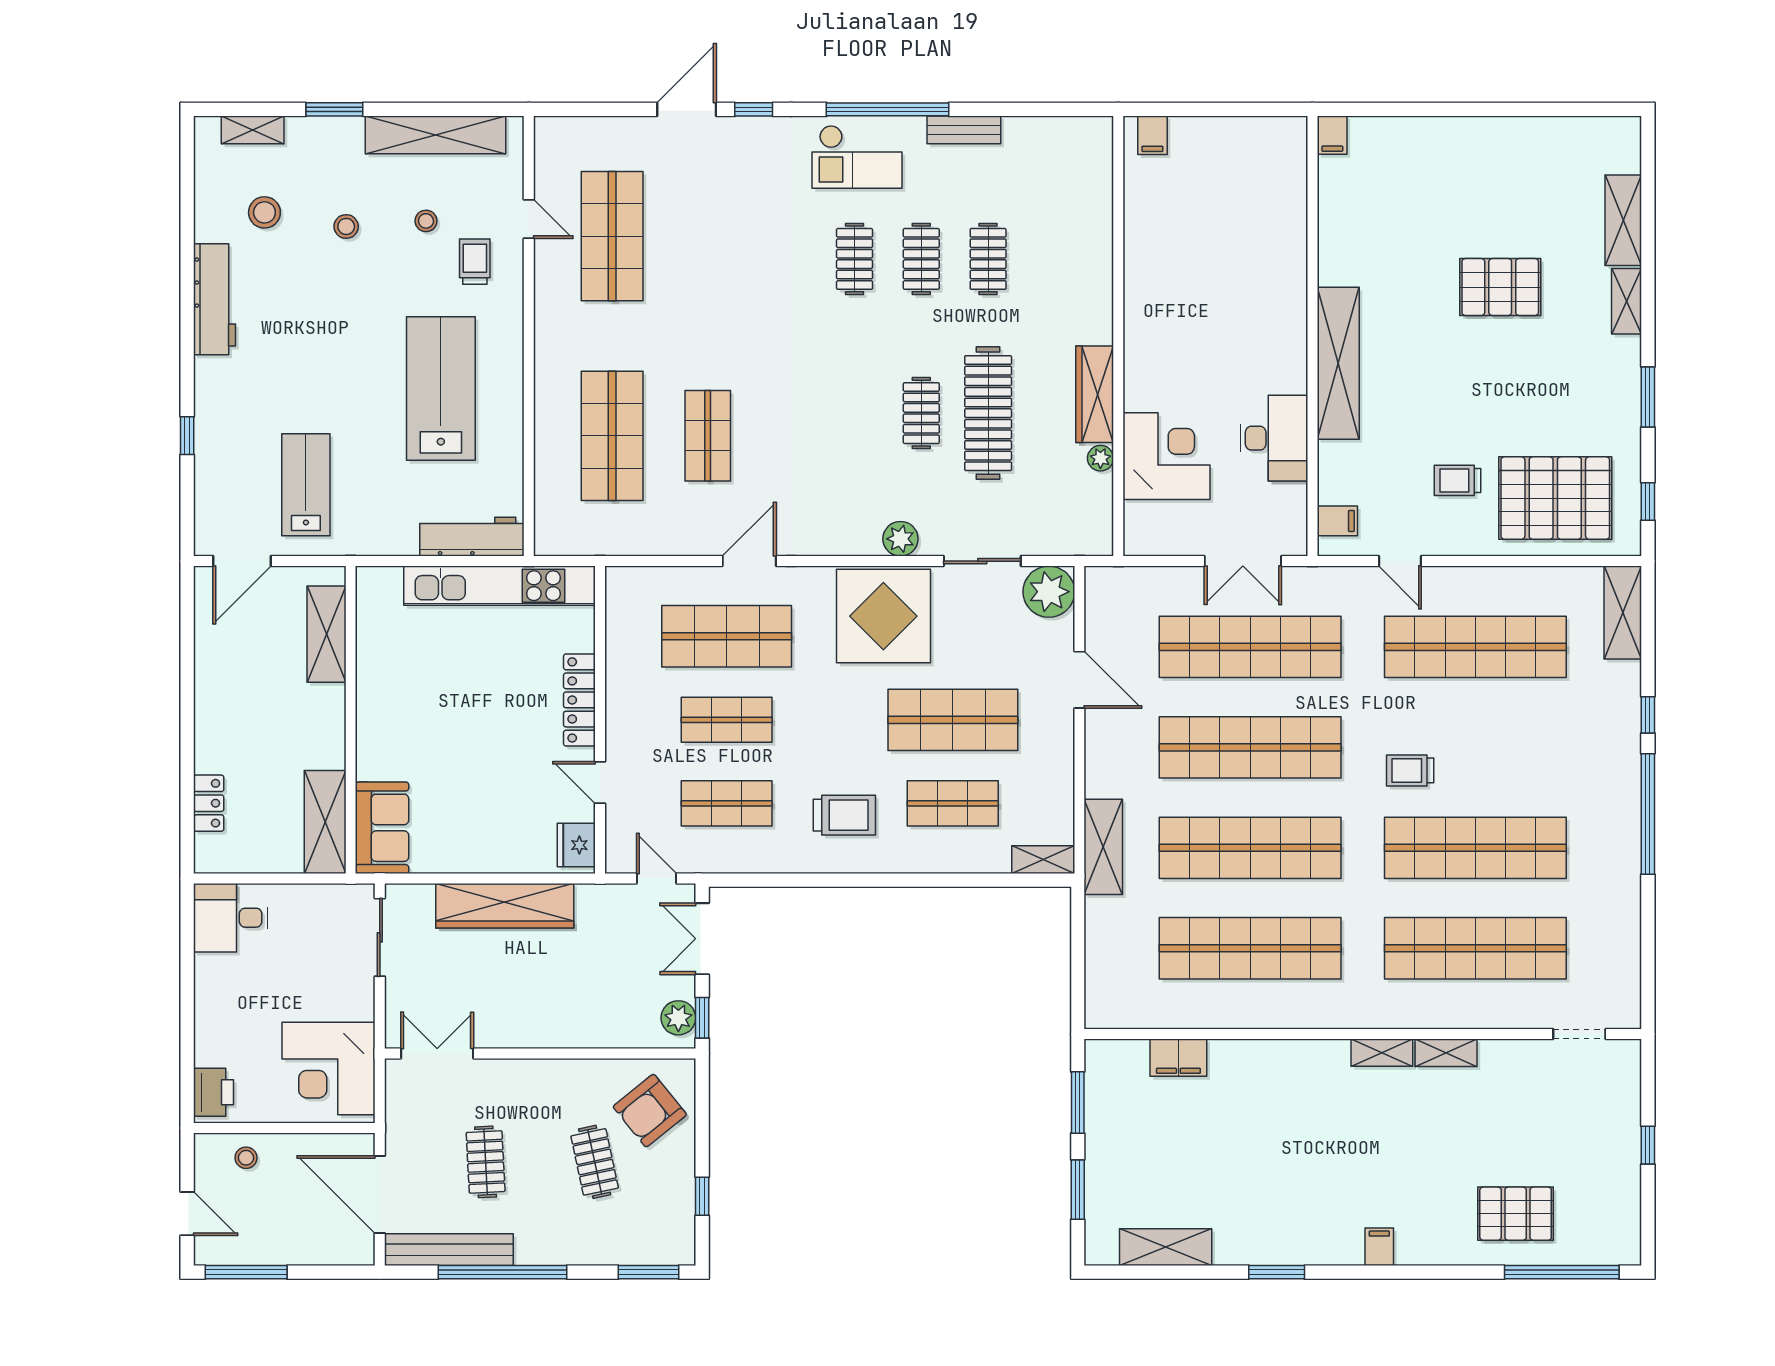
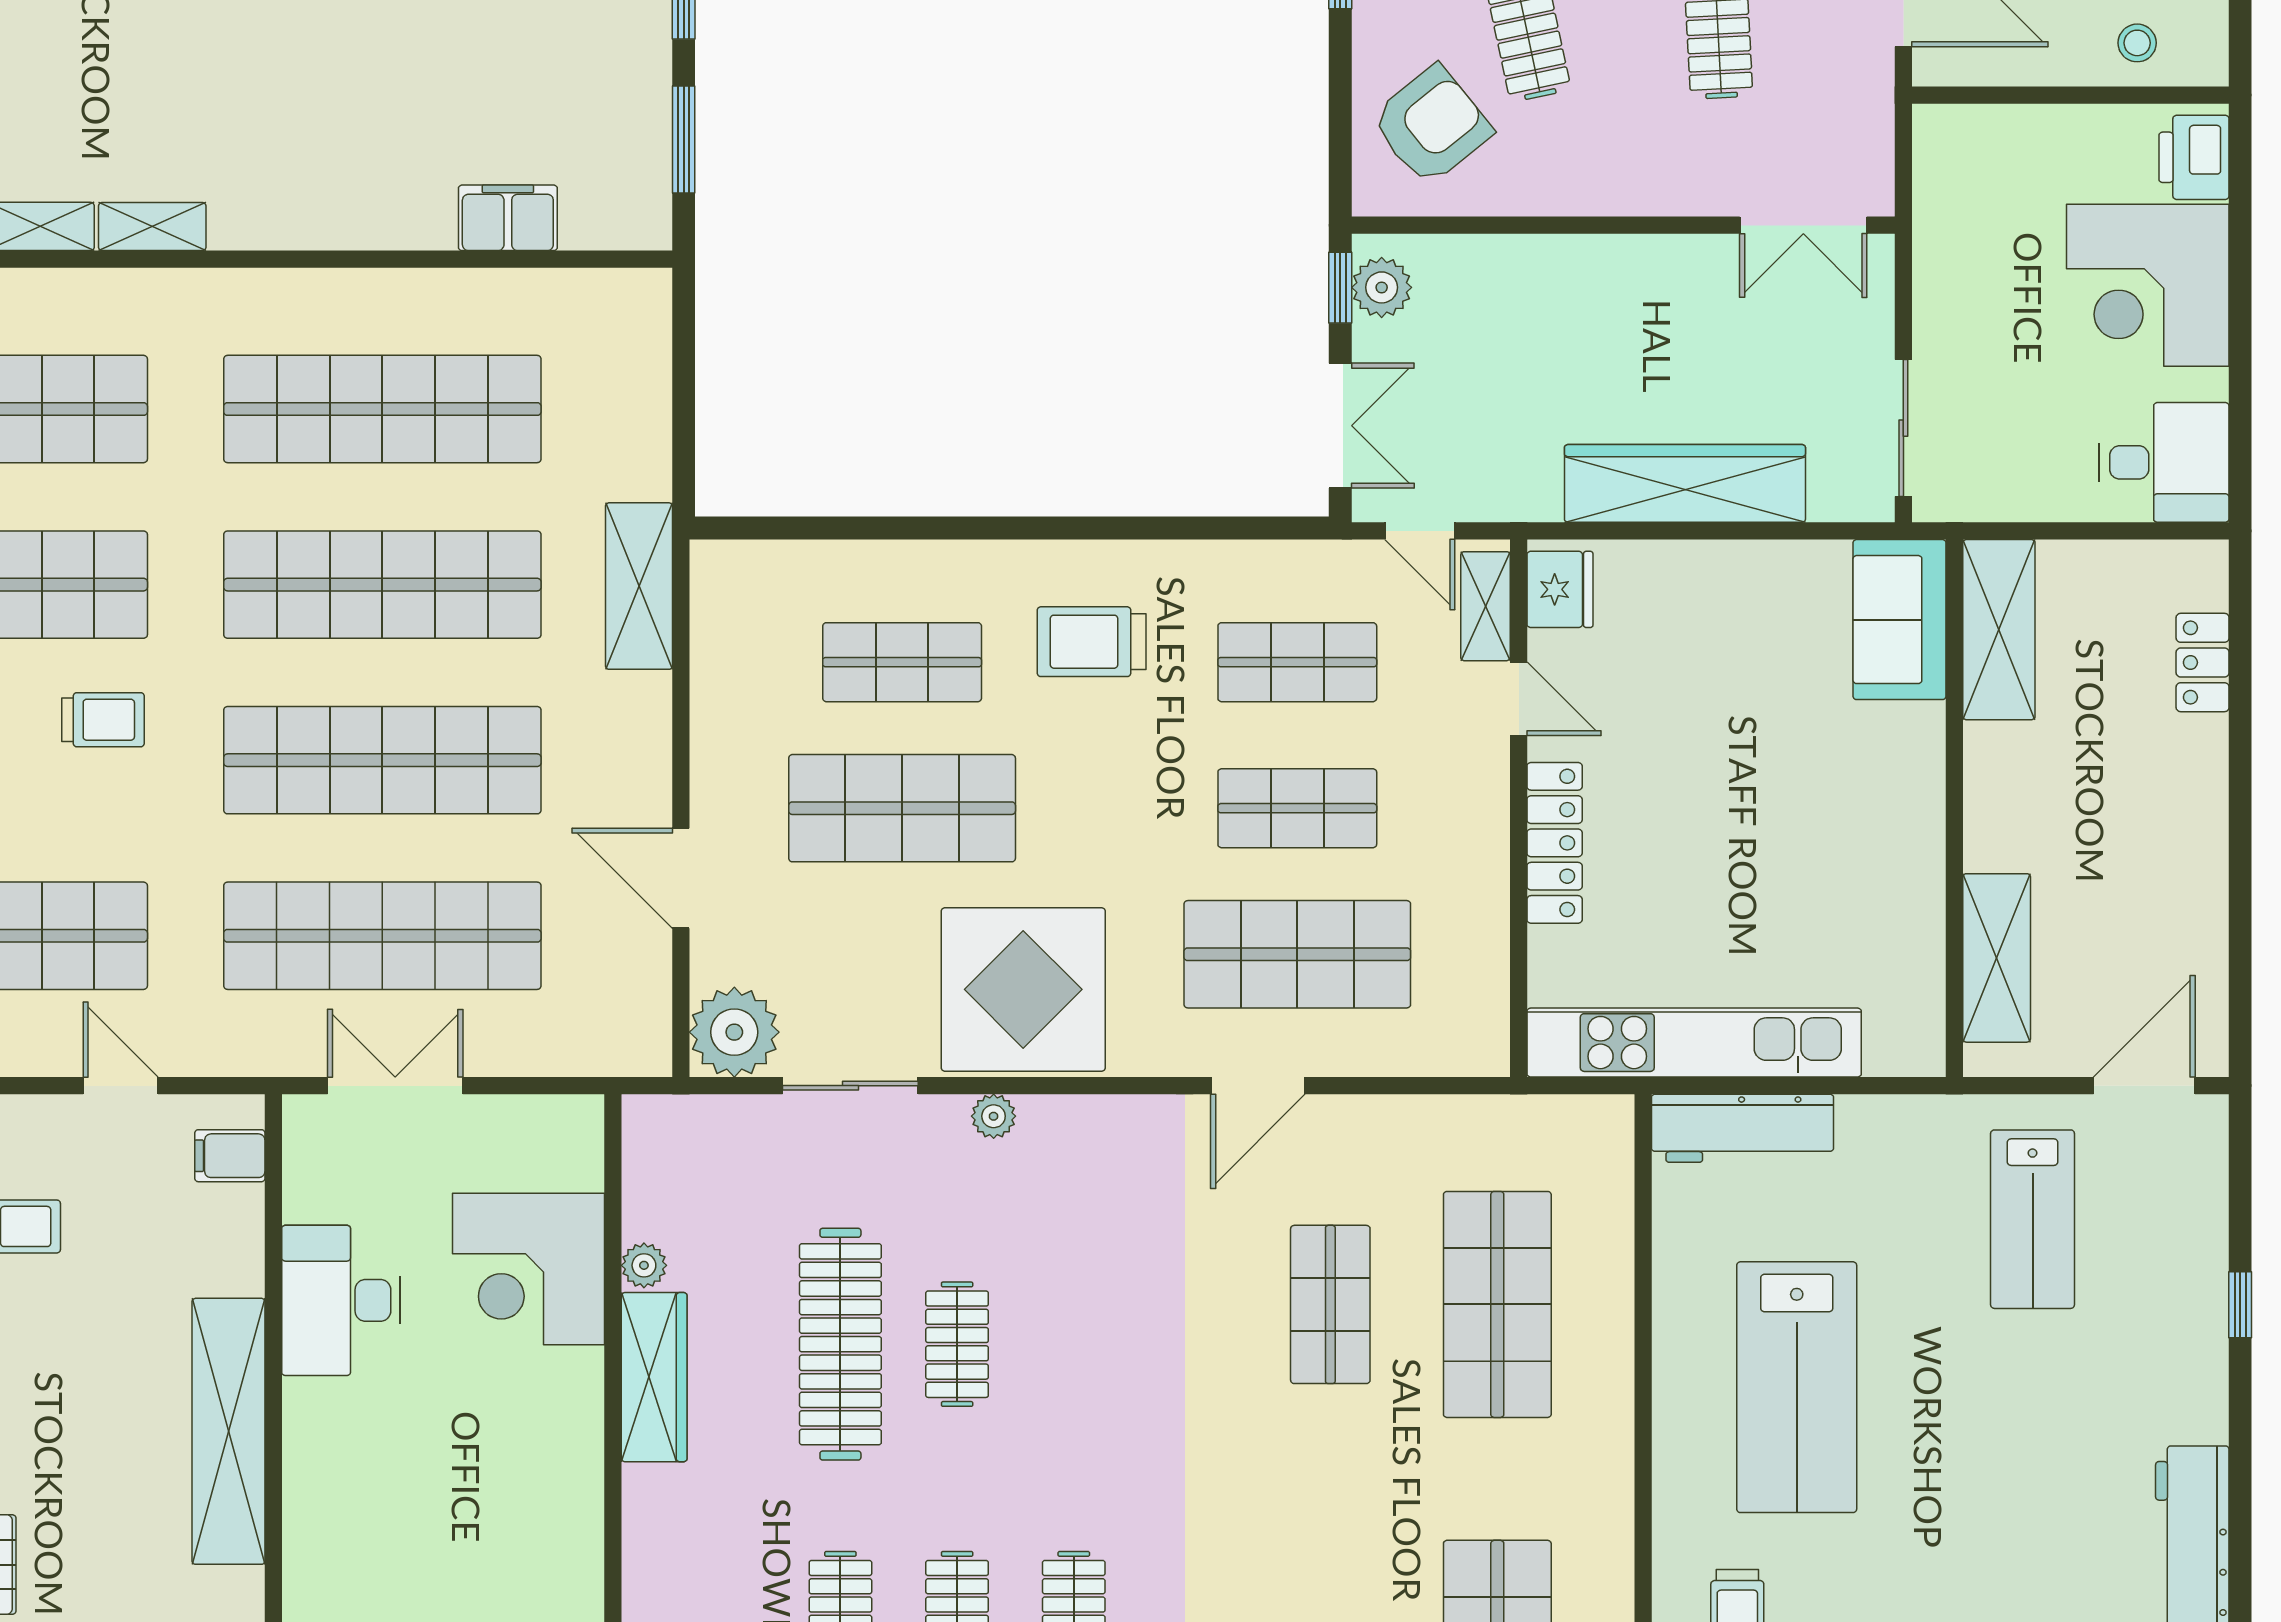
plant: (900, 539) -> (994, 1116), width x0.73, depth x0.73
shelving: (1043, 860) -> (1485, 606), moved, turned 90
corner desk: (329, 1068) -> (2148, 285), moved, turned 180

